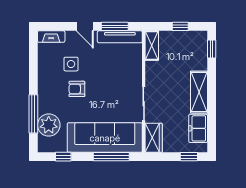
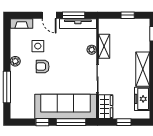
shelving: (152, 46) -> (104, 46), moved
plant: (137, 68) -> (92, 50), added
plant: (49, 125) -> (15, 61), moved, width x0.53, depth x0.53
window: (63, 157) -> (42, 122), moved
window: (189, 157) -> (124, 122), moved

